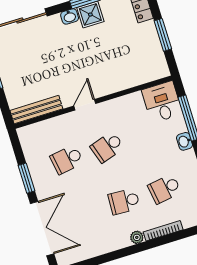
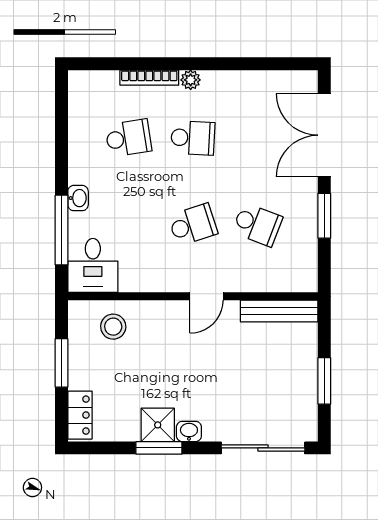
stool: (137, 68) -> (113, 327), added
school desk: (67, 160) -> (257, 225), turned 30

